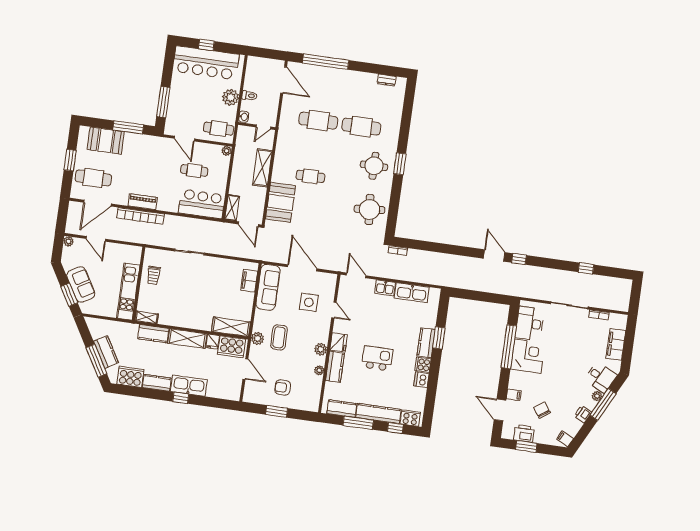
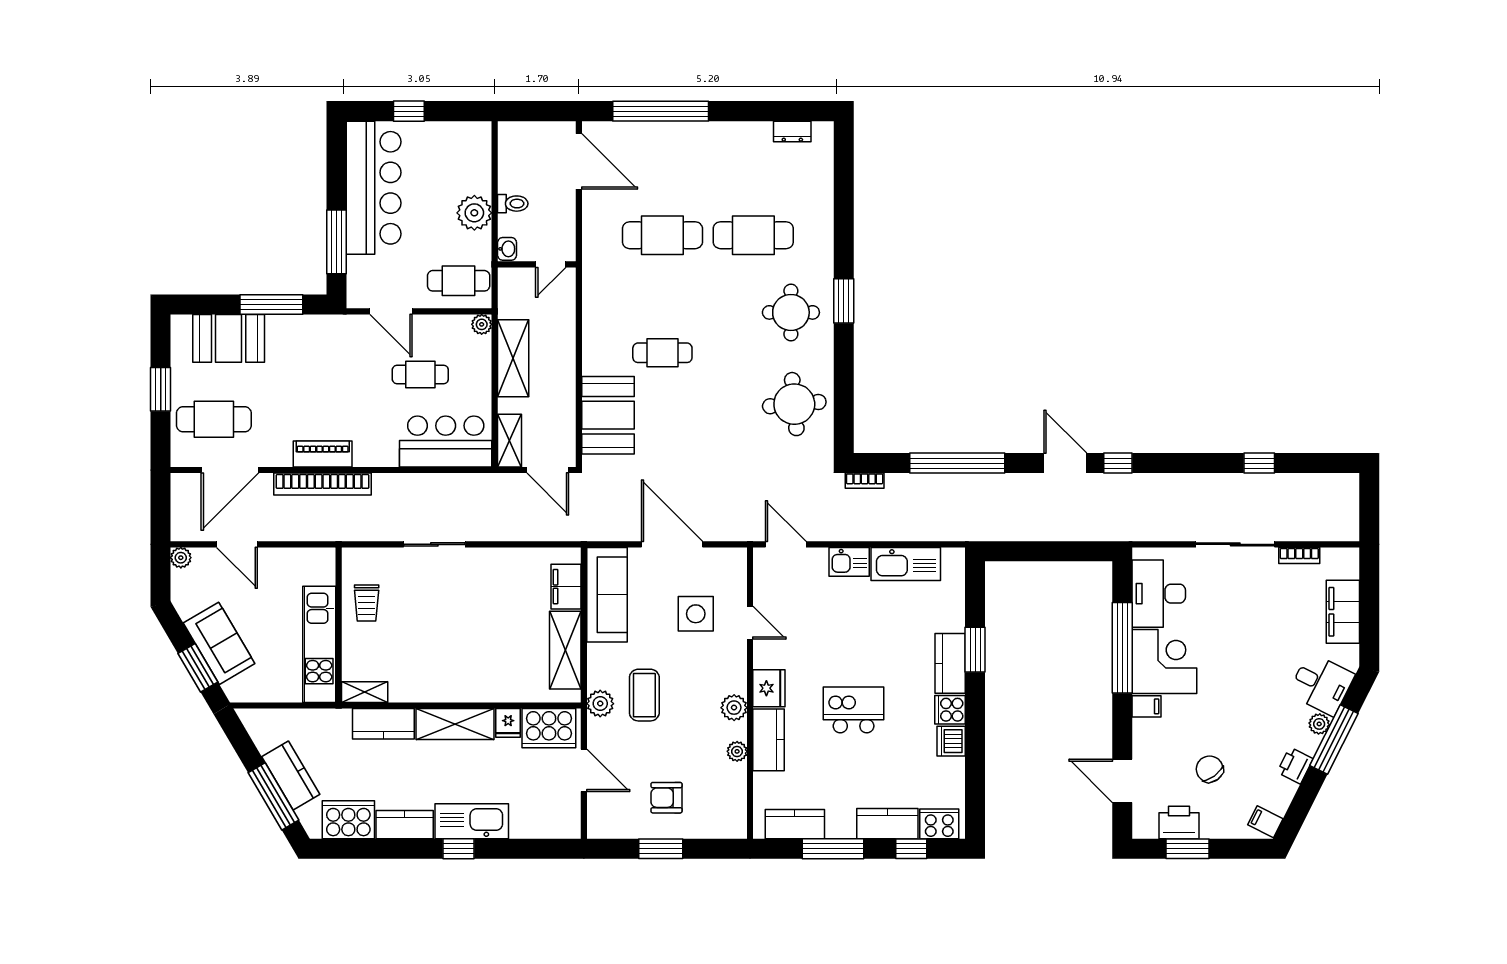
bar counter: (206, 63) -> (374, 188), moved, turned -90
shelving: (262, 168) -> (513, 358), moved
window: (443, 248) -> (957, 463), added
shelving: (231, 327) -> (565, 650), moved, turned 90
filing cabinet: (514, 395) -> (1147, 706), moved
kitchen counter: (378, 413) -> (887, 824), width x0.67

